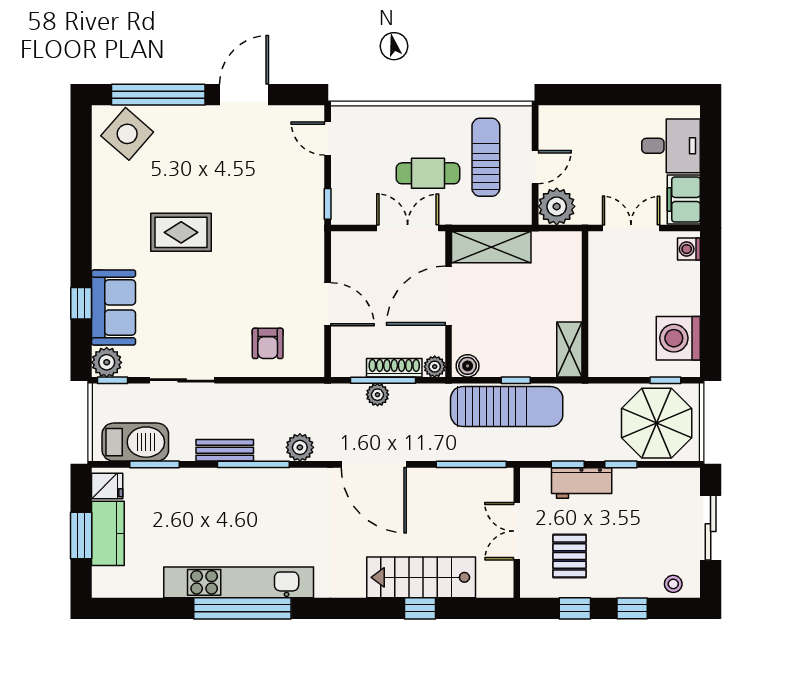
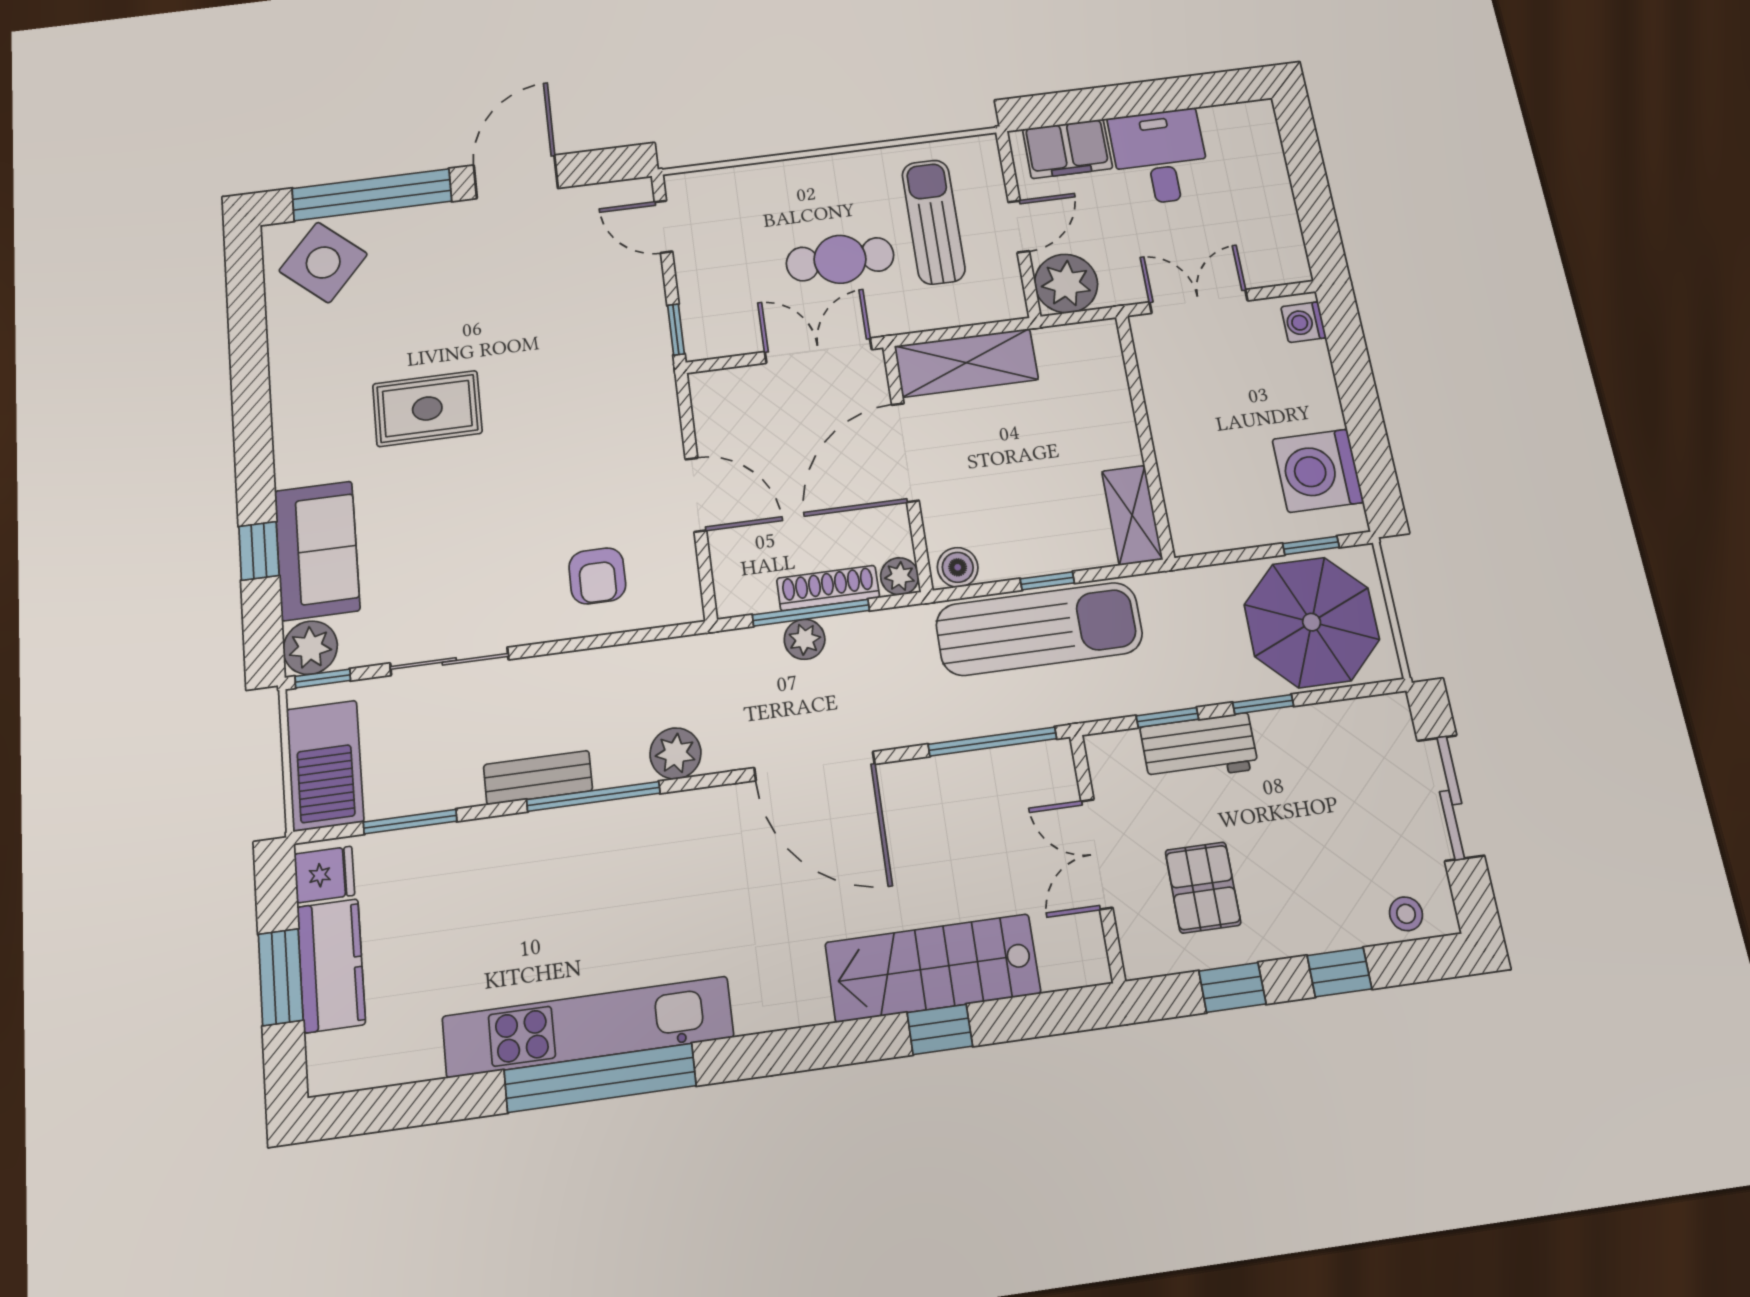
desk: (671, 146) -> (1160, 157), moved, turned -90
filing cabinet: (684, 199) -> (1067, 149), moved, turned -90
barbecue: (135, 442) -> (325, 765), moved, turned 90

